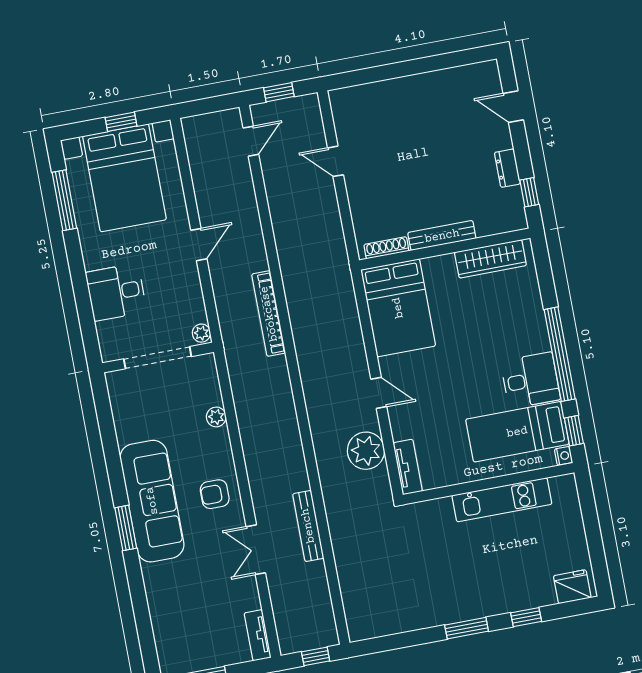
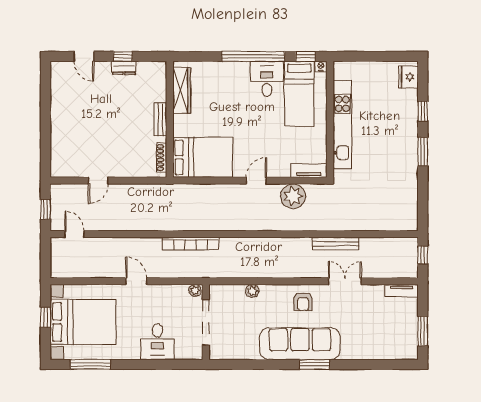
door: (513, 107) -> (84, 56), hinge flipped
window: (529, 192) -> (123, 56), moved
bench: (442, 236) -> (160, 120), width x0.73
kitchen unit: (502, 500) -> (342, 124), width x1.36
double door: (256, 550) -> (345, 281), swing flipped

